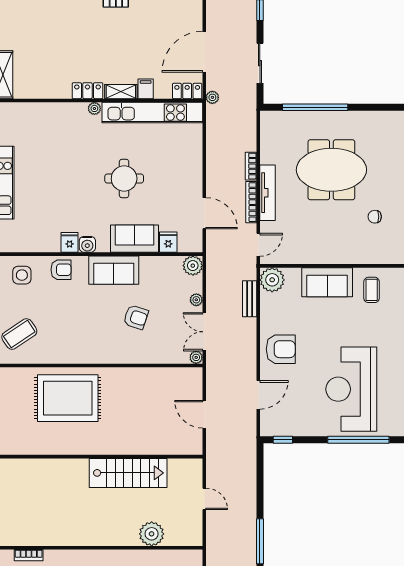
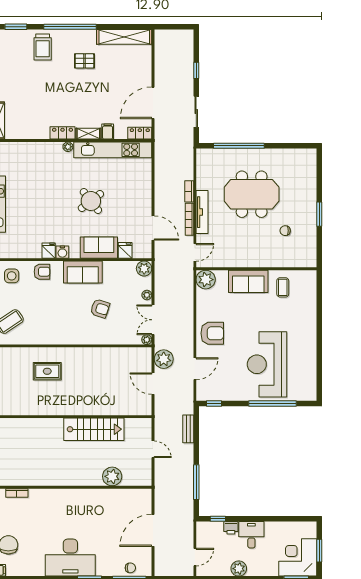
plant: (212, 97) -> (164, 359), moved, width x1.88, depth x1.88
round table: (124, 179) -> (91, 201), turned -38
bench: (250, 299) -> (188, 429), moved
rug: (68, 398) -> (47, 371), width x0.54, depth x0.49

